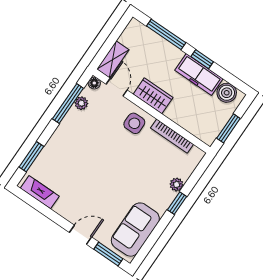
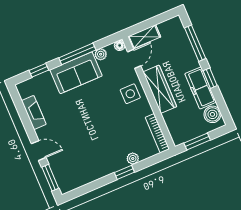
wardrobe: (153, 96) -> (160, 89), width x1.50
window: (68, 103) -> (77, 54), moved
bookcase: (172, 136) -> (157, 133), moved
window: (31, 157) -> (39, 70), width x0.67
fireplace: (40, 192) -> (34, 112), moved
sofa: (135, 230) -> (76, 73), moved, turned 180

